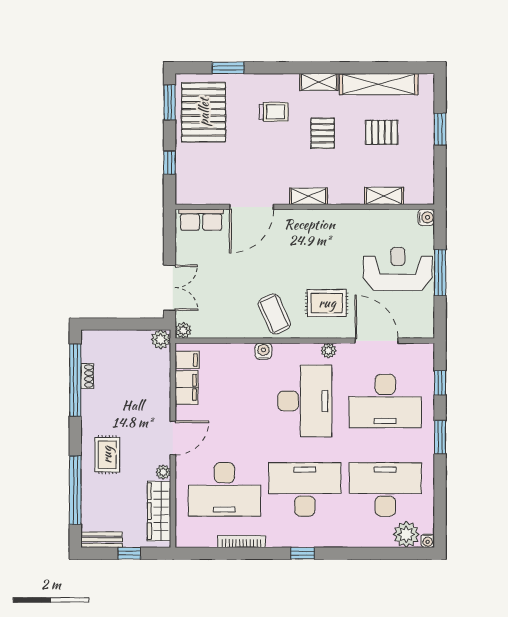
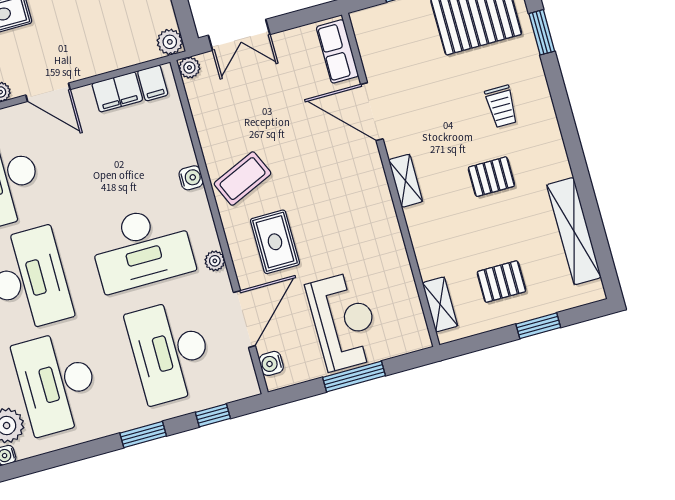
shelving: (319, 82) -> (556, 154), removed
pallet: (382, 132) -> (501, 282), moved, turned 90
shelving: (384, 196) -> (440, 304), moved
water cooler: (426, 217) -> (271, 363), moved, turned 90
desk: (385, 489) -> (57, 383), turned 180

